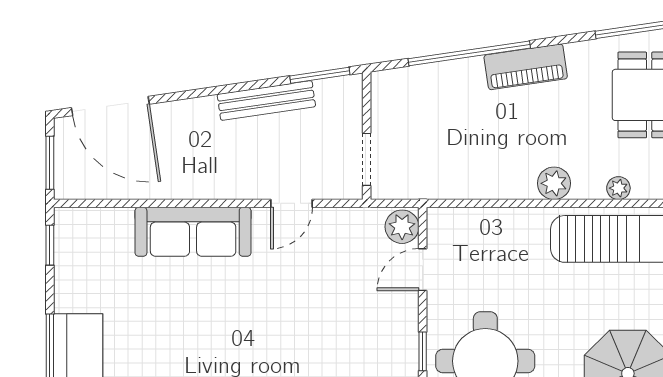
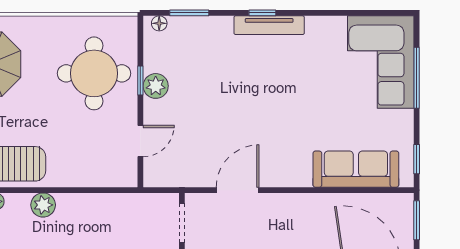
door: (291, 203) -> (238, 190), width x1.38
plant: (402, 227) -> (156, 86), moved
sofa: (193, 232) -> (356, 169), moved

